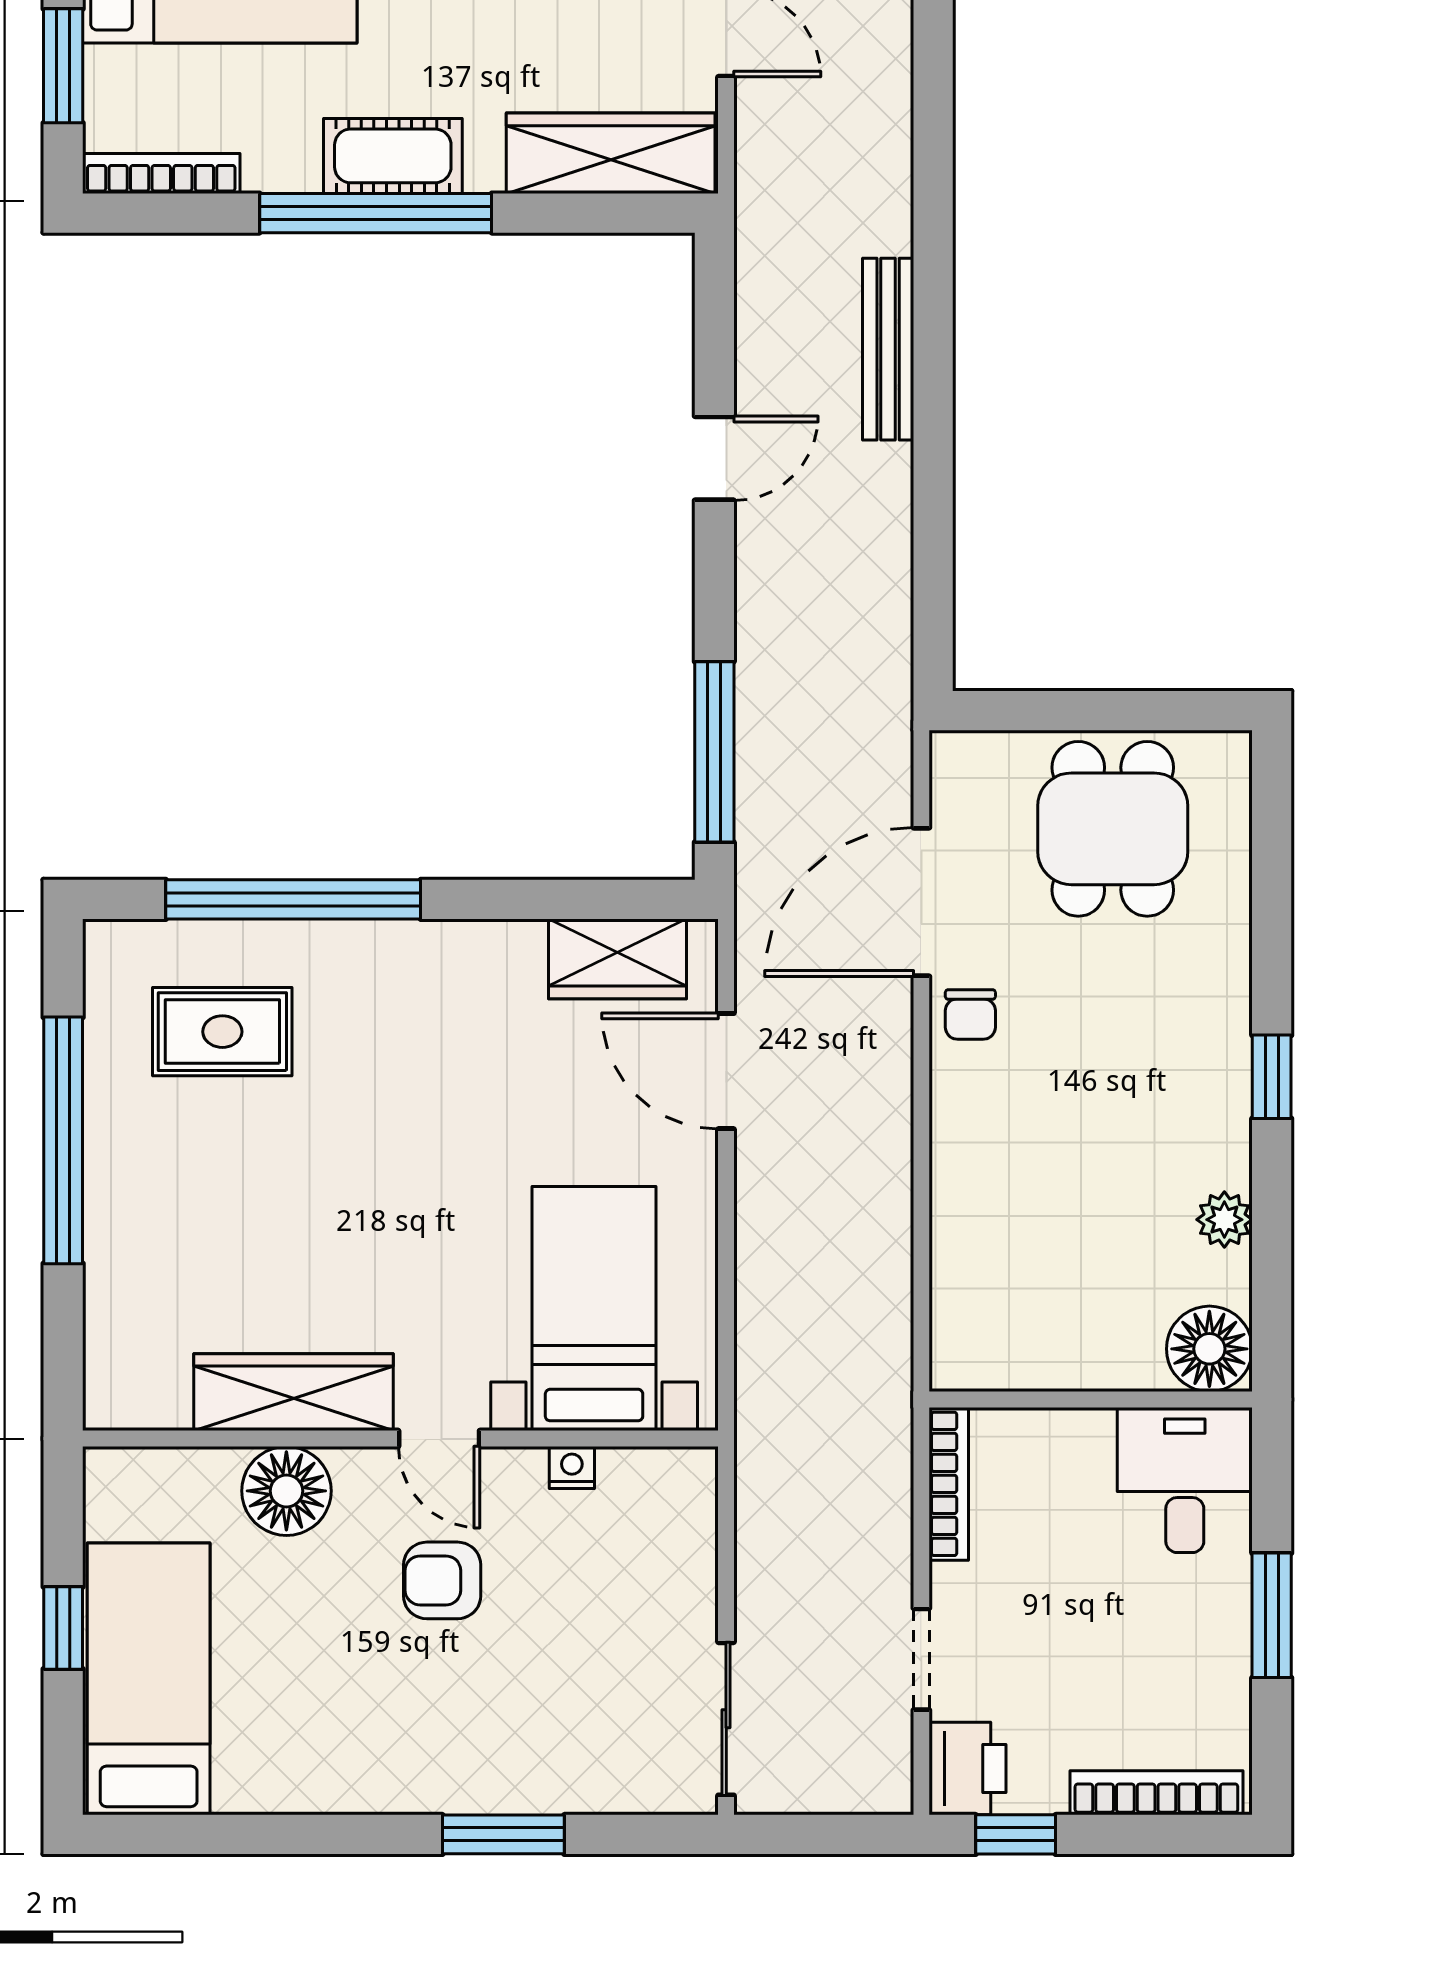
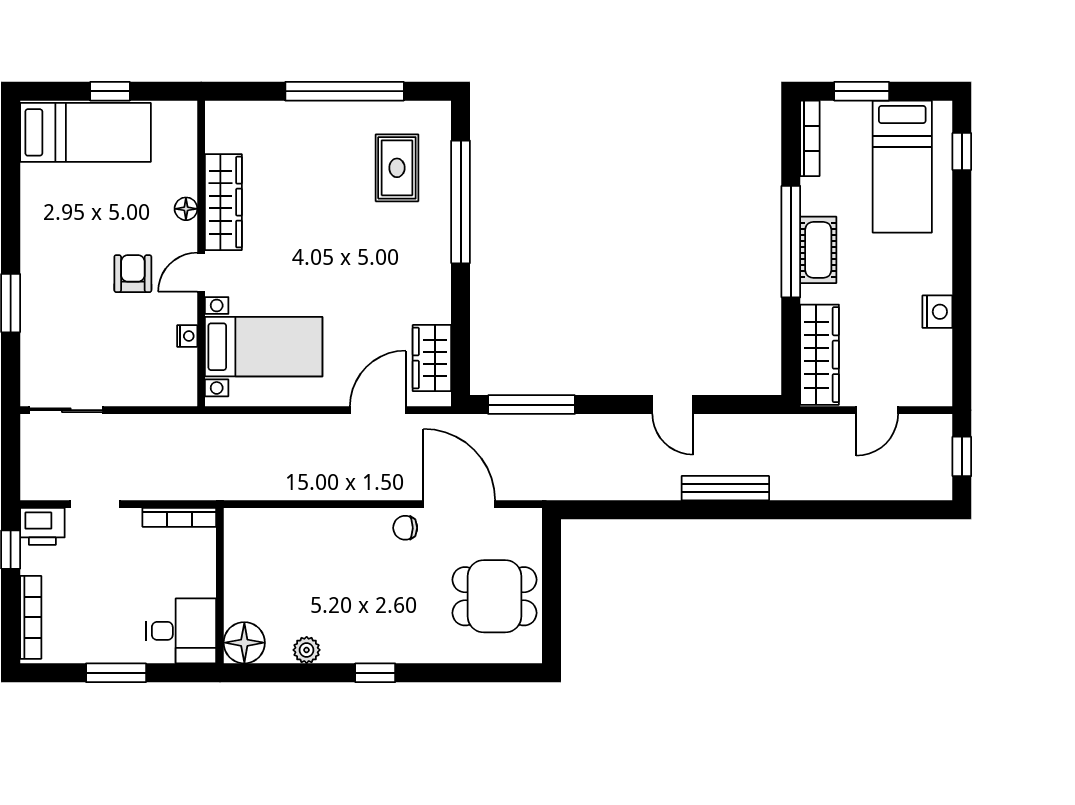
floor lamp: (286, 1491) -> (186, 209), width x0.53, depth x0.53

